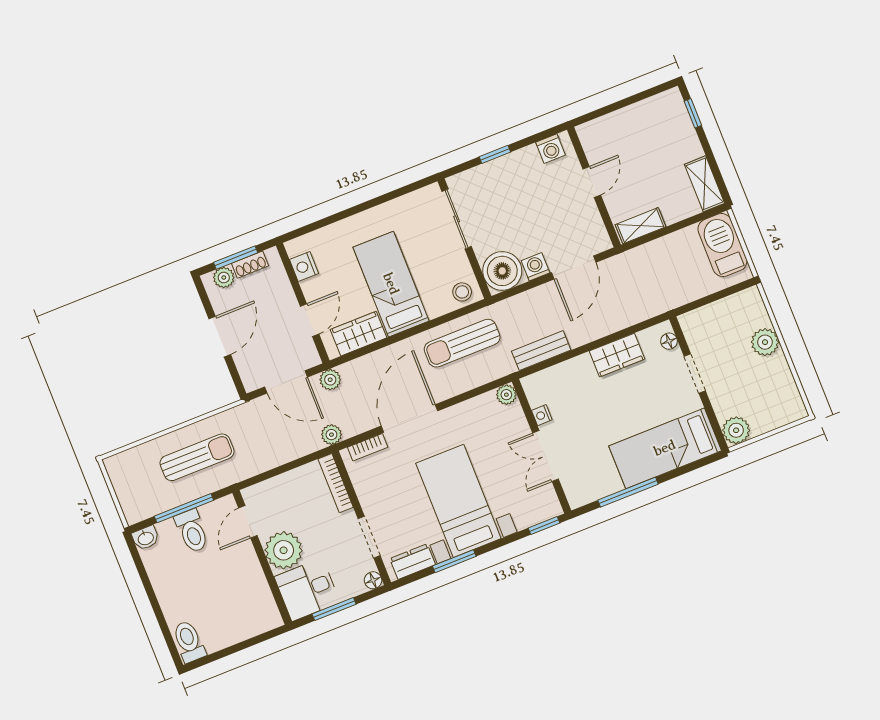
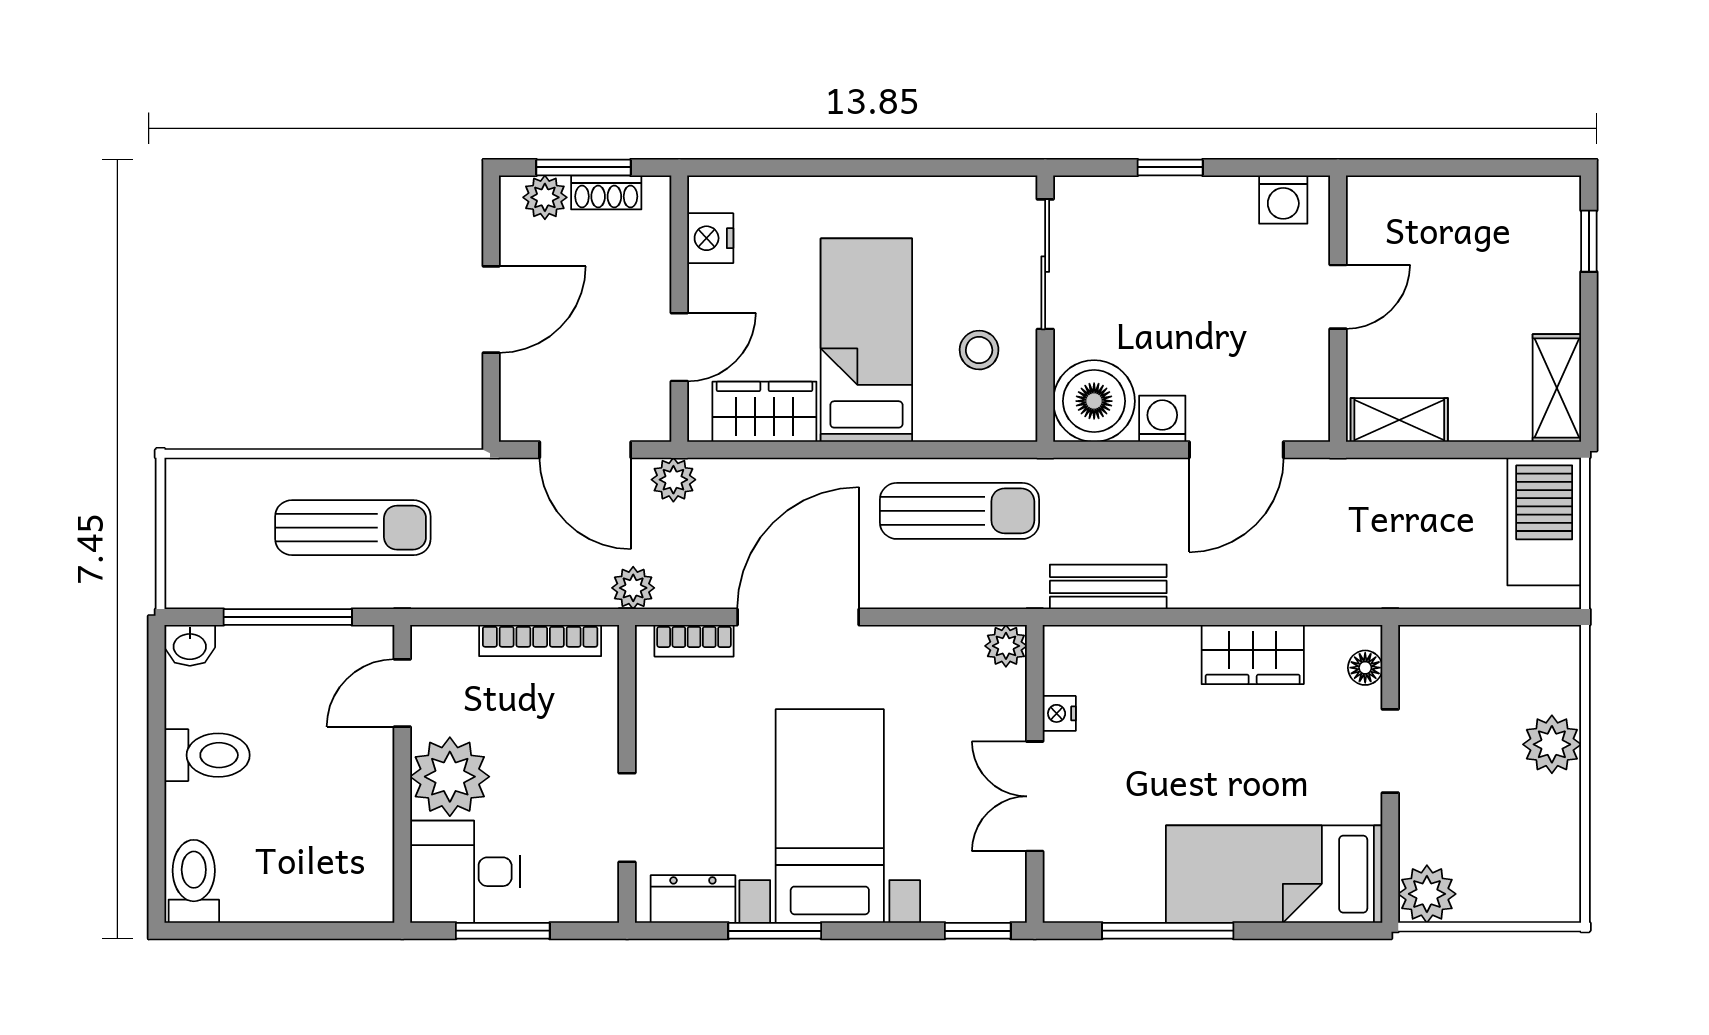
stool: (462, 292) -> (979, 350), moved
sun lounger: (462, 343) -> (960, 511), turned 180
bookcase: (336, 483) -> (540, 641), moved, turned -90
toilet: (192, 531) -> (207, 755), moved, turned -90
floor lamp: (373, 580) -> (601, 905), removed

